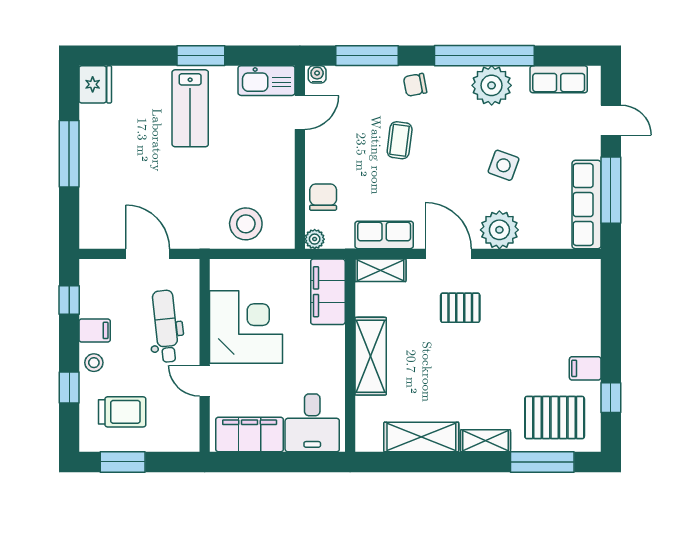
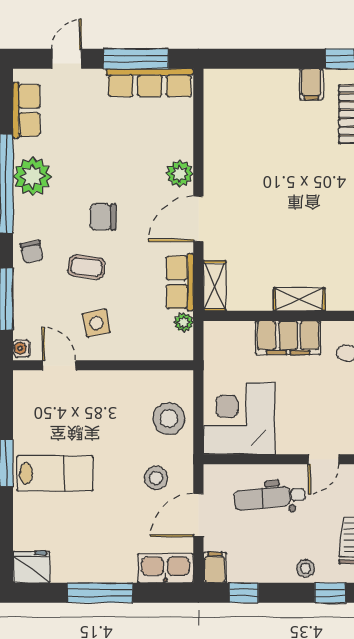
kitchen sink: (267, 81) -> (165, 568), moved, turned -90
side table: (504, 165) -> (96, 323), moved, turned -31
chair: (323, 197) -> (103, 217), moved
stool: (185, 211) -> (156, 478), added
plant: (499, 230) -> (180, 174), width x0.73, depth x0.73
plant: (315, 239) -> (184, 322), moved
filing cabinet: (328, 292) -> (288, 338), moved
pallet: (460, 308) -> (252, 207), removed
corner desk: (246, 327) -> (239, 418), moved
filing cabinet: (95, 330) -> (215, 568), moved
shelving: (371, 356) -> (299, 299), width x0.67, depth x0.75

